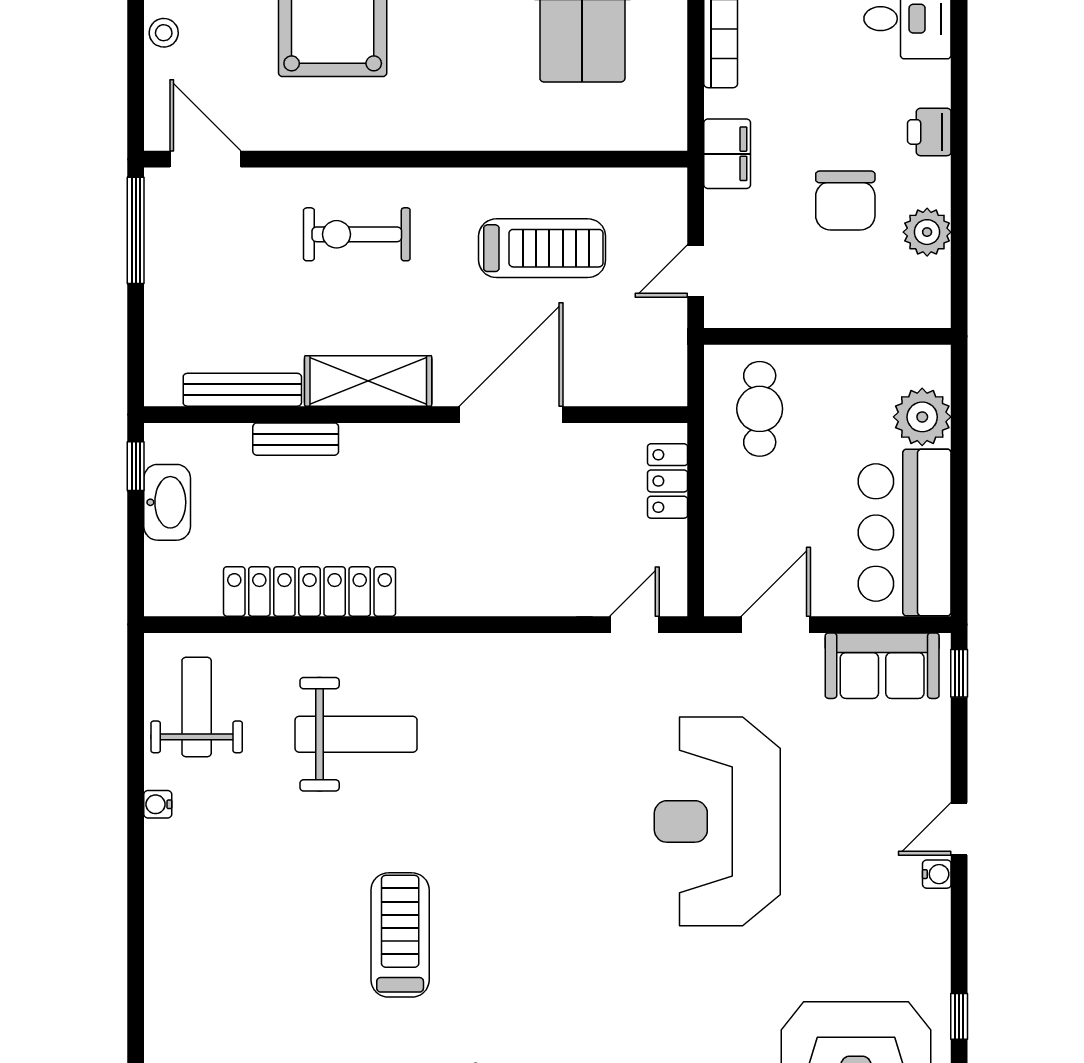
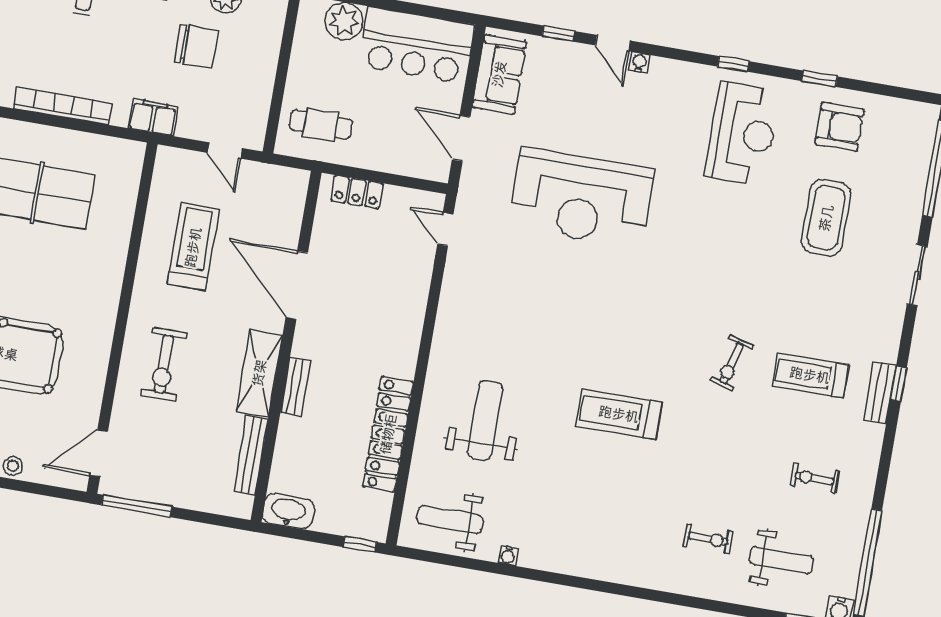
bench: (296, 439) -> (295, 387), moved
window: (136, 466) -> (360, 544), moved
washbasin: (167, 502) -> (288, 511), moved
window: (959, 673) -> (558, 34), moved

